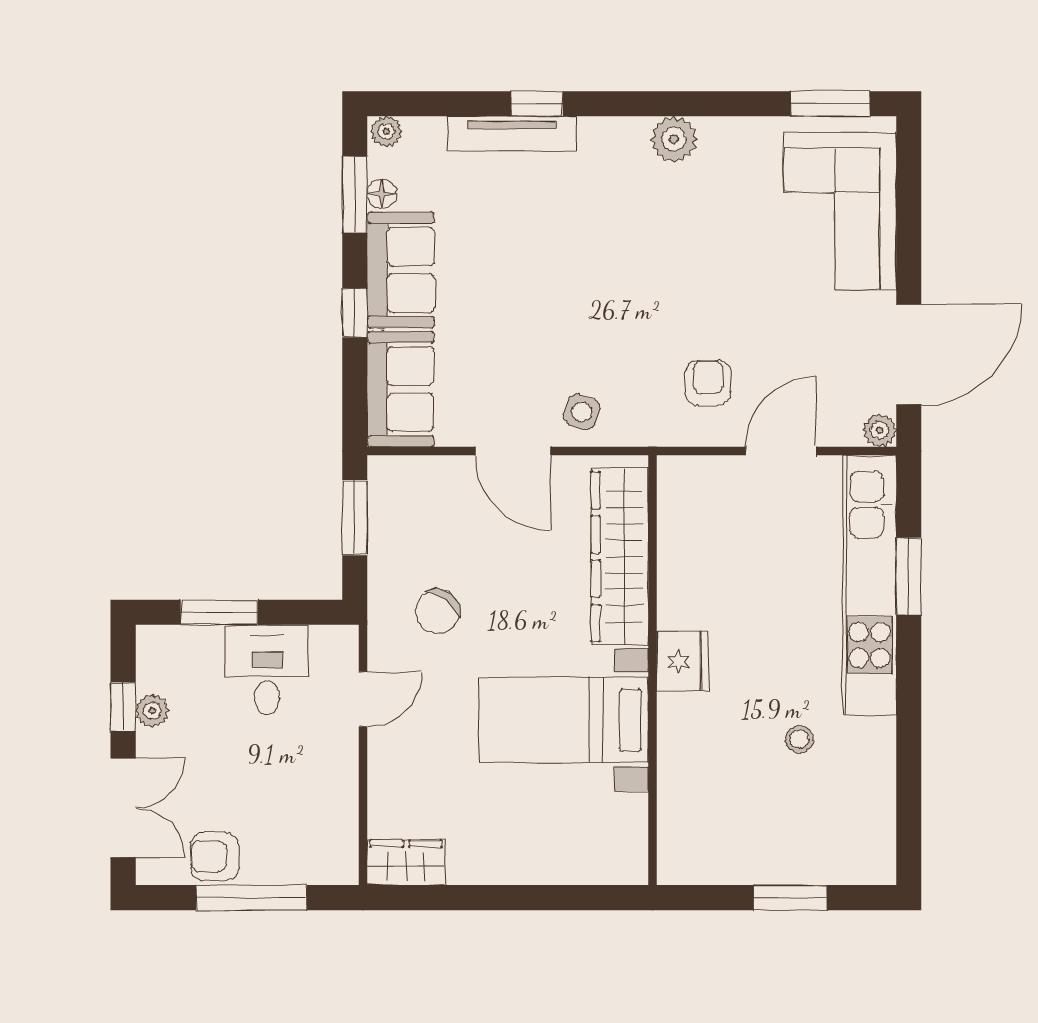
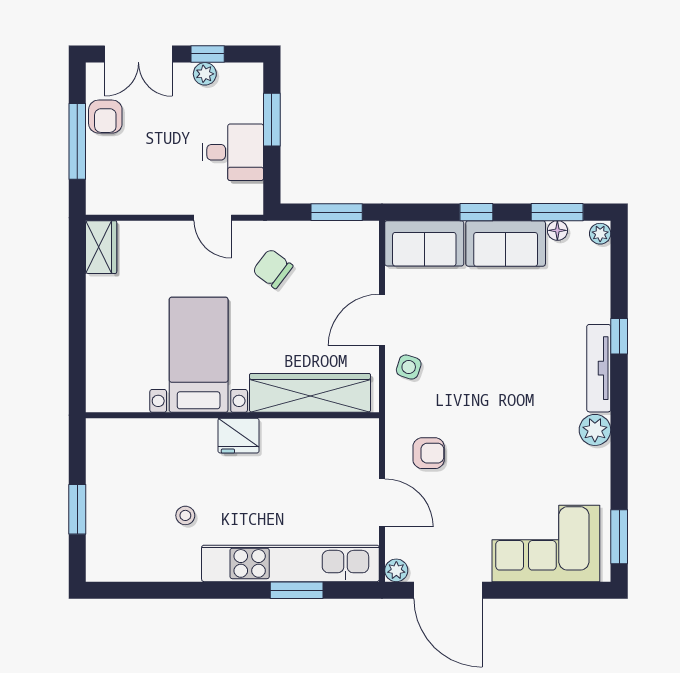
tv unit: (512, 133) -> (599, 368), moved
armchair: (215, 856) -> (105, 117), turned 180

